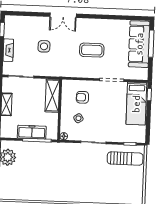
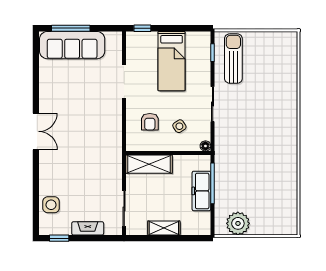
double door: (63, 15) -> (36, 131), moved
side table: (44, 46) -> (51, 205), moved
coffee table: (92, 50) -> (83, 111), removed
bed: (136, 104) -> (172, 61), moved, turned 90

